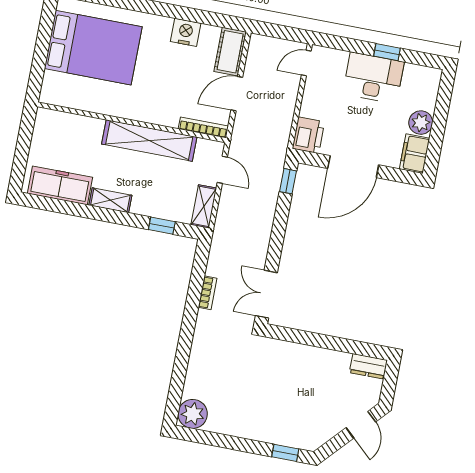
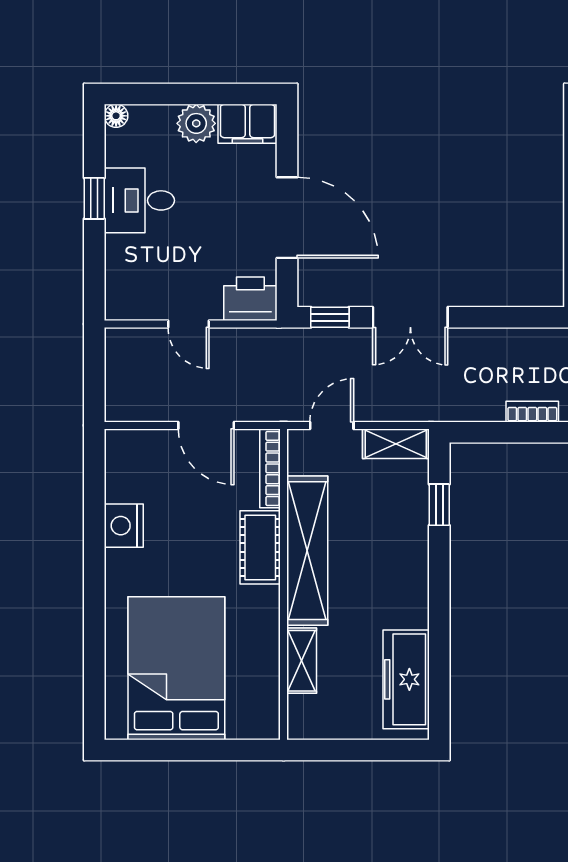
cot: (230, 52) -> (260, 547), moved, turned 90
door: (306, 63) -> (189, 324), moved
floor lamp: (435, 75) -> (116, 116), added
desk: (373, 78) -> (139, 200), width x0.73
shelving: (110, 200) -> (302, 661), moved
double door: (266, 294) -> (410, 317), moved

